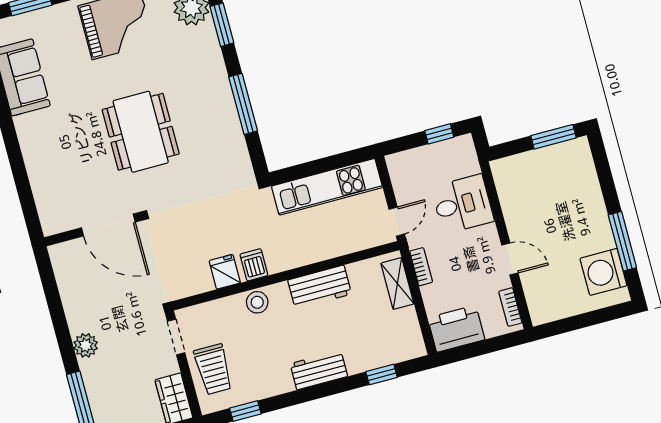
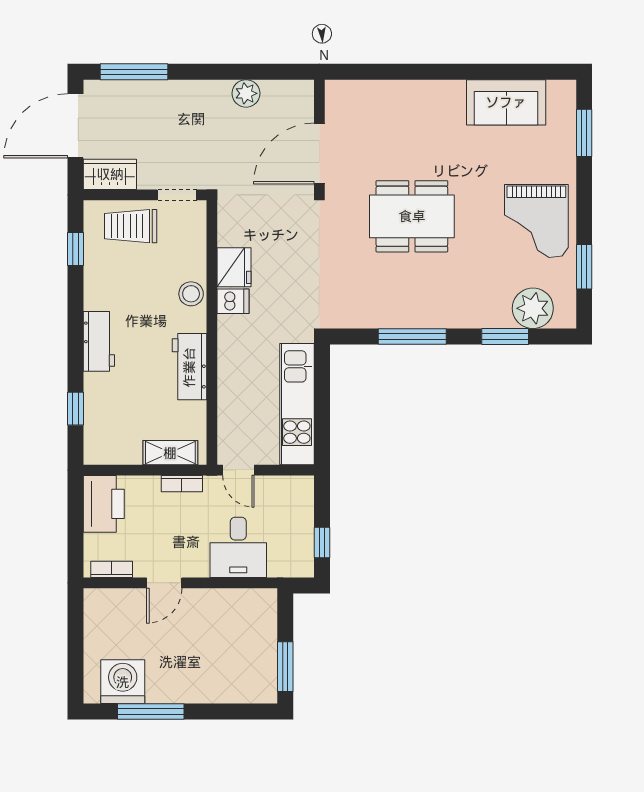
fridge: (225, 272) -> (234, 267), width x1.38
plant: (86, 345) -> (246, 93), moved

